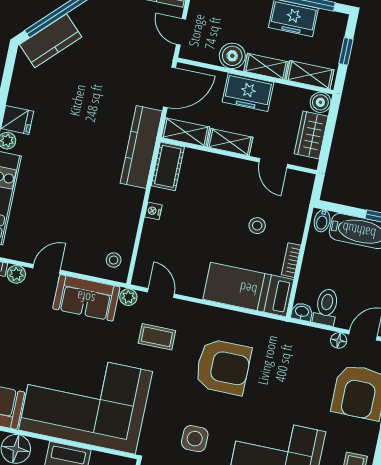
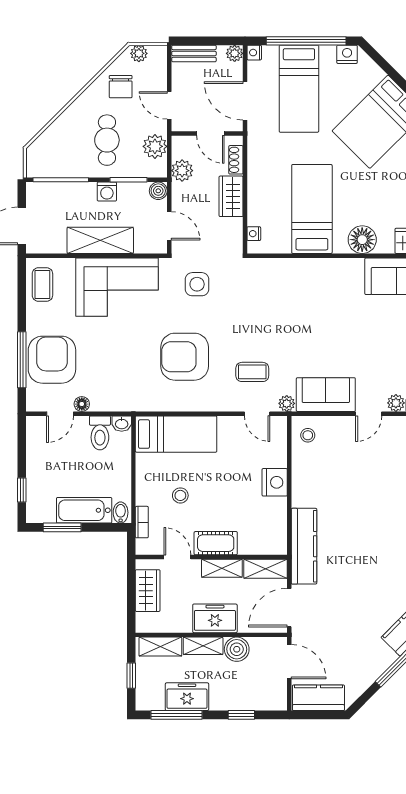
door: (181, 32) -> (289, 662), width x1.38
boiler: (320, 102) -> (145, 623), removed
cot: (168, 166) -> (216, 543), moved, turned 90
nightstand: (153, 211) -> (275, 482), width x1.89, depth x1.79
bookcase: (291, 260) -> (142, 522), moved
corner sofa: (86, 401) -> (306, 298), removed

